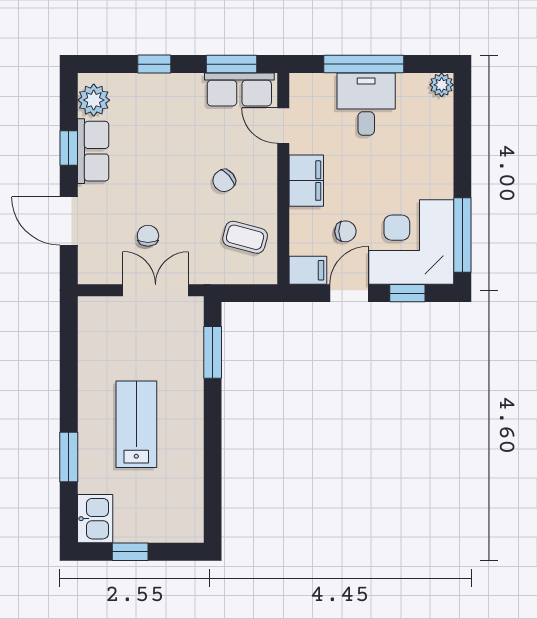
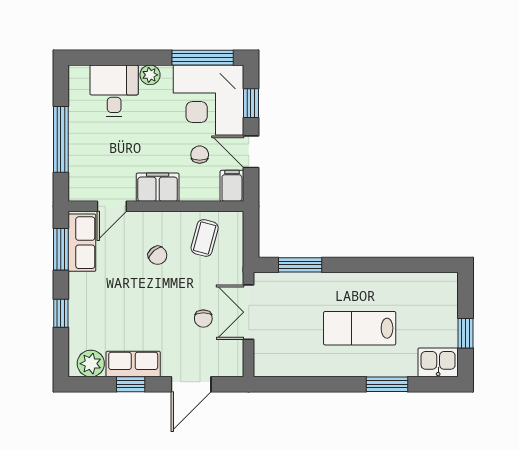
plant: (442, 85) -> (150, 75), moved
desk: (366, 104) -> (114, 91), moved, turned 90
chair: (148, 236) -> (203, 319), turned -90

